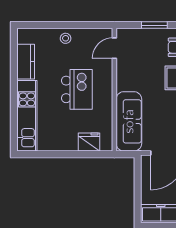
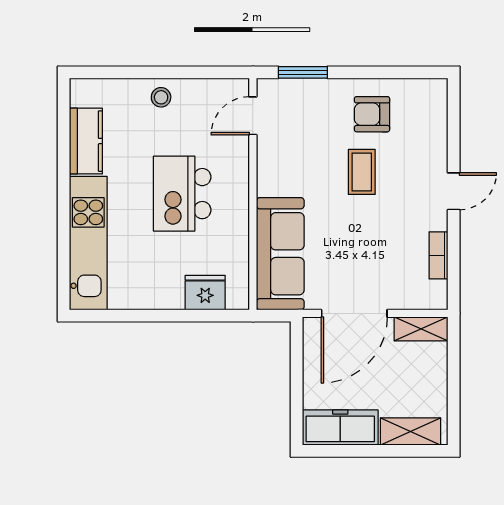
window: (154, 25) -> (303, 72), moved
kitchen island: (77, 89) -> (182, 194), turned 180

